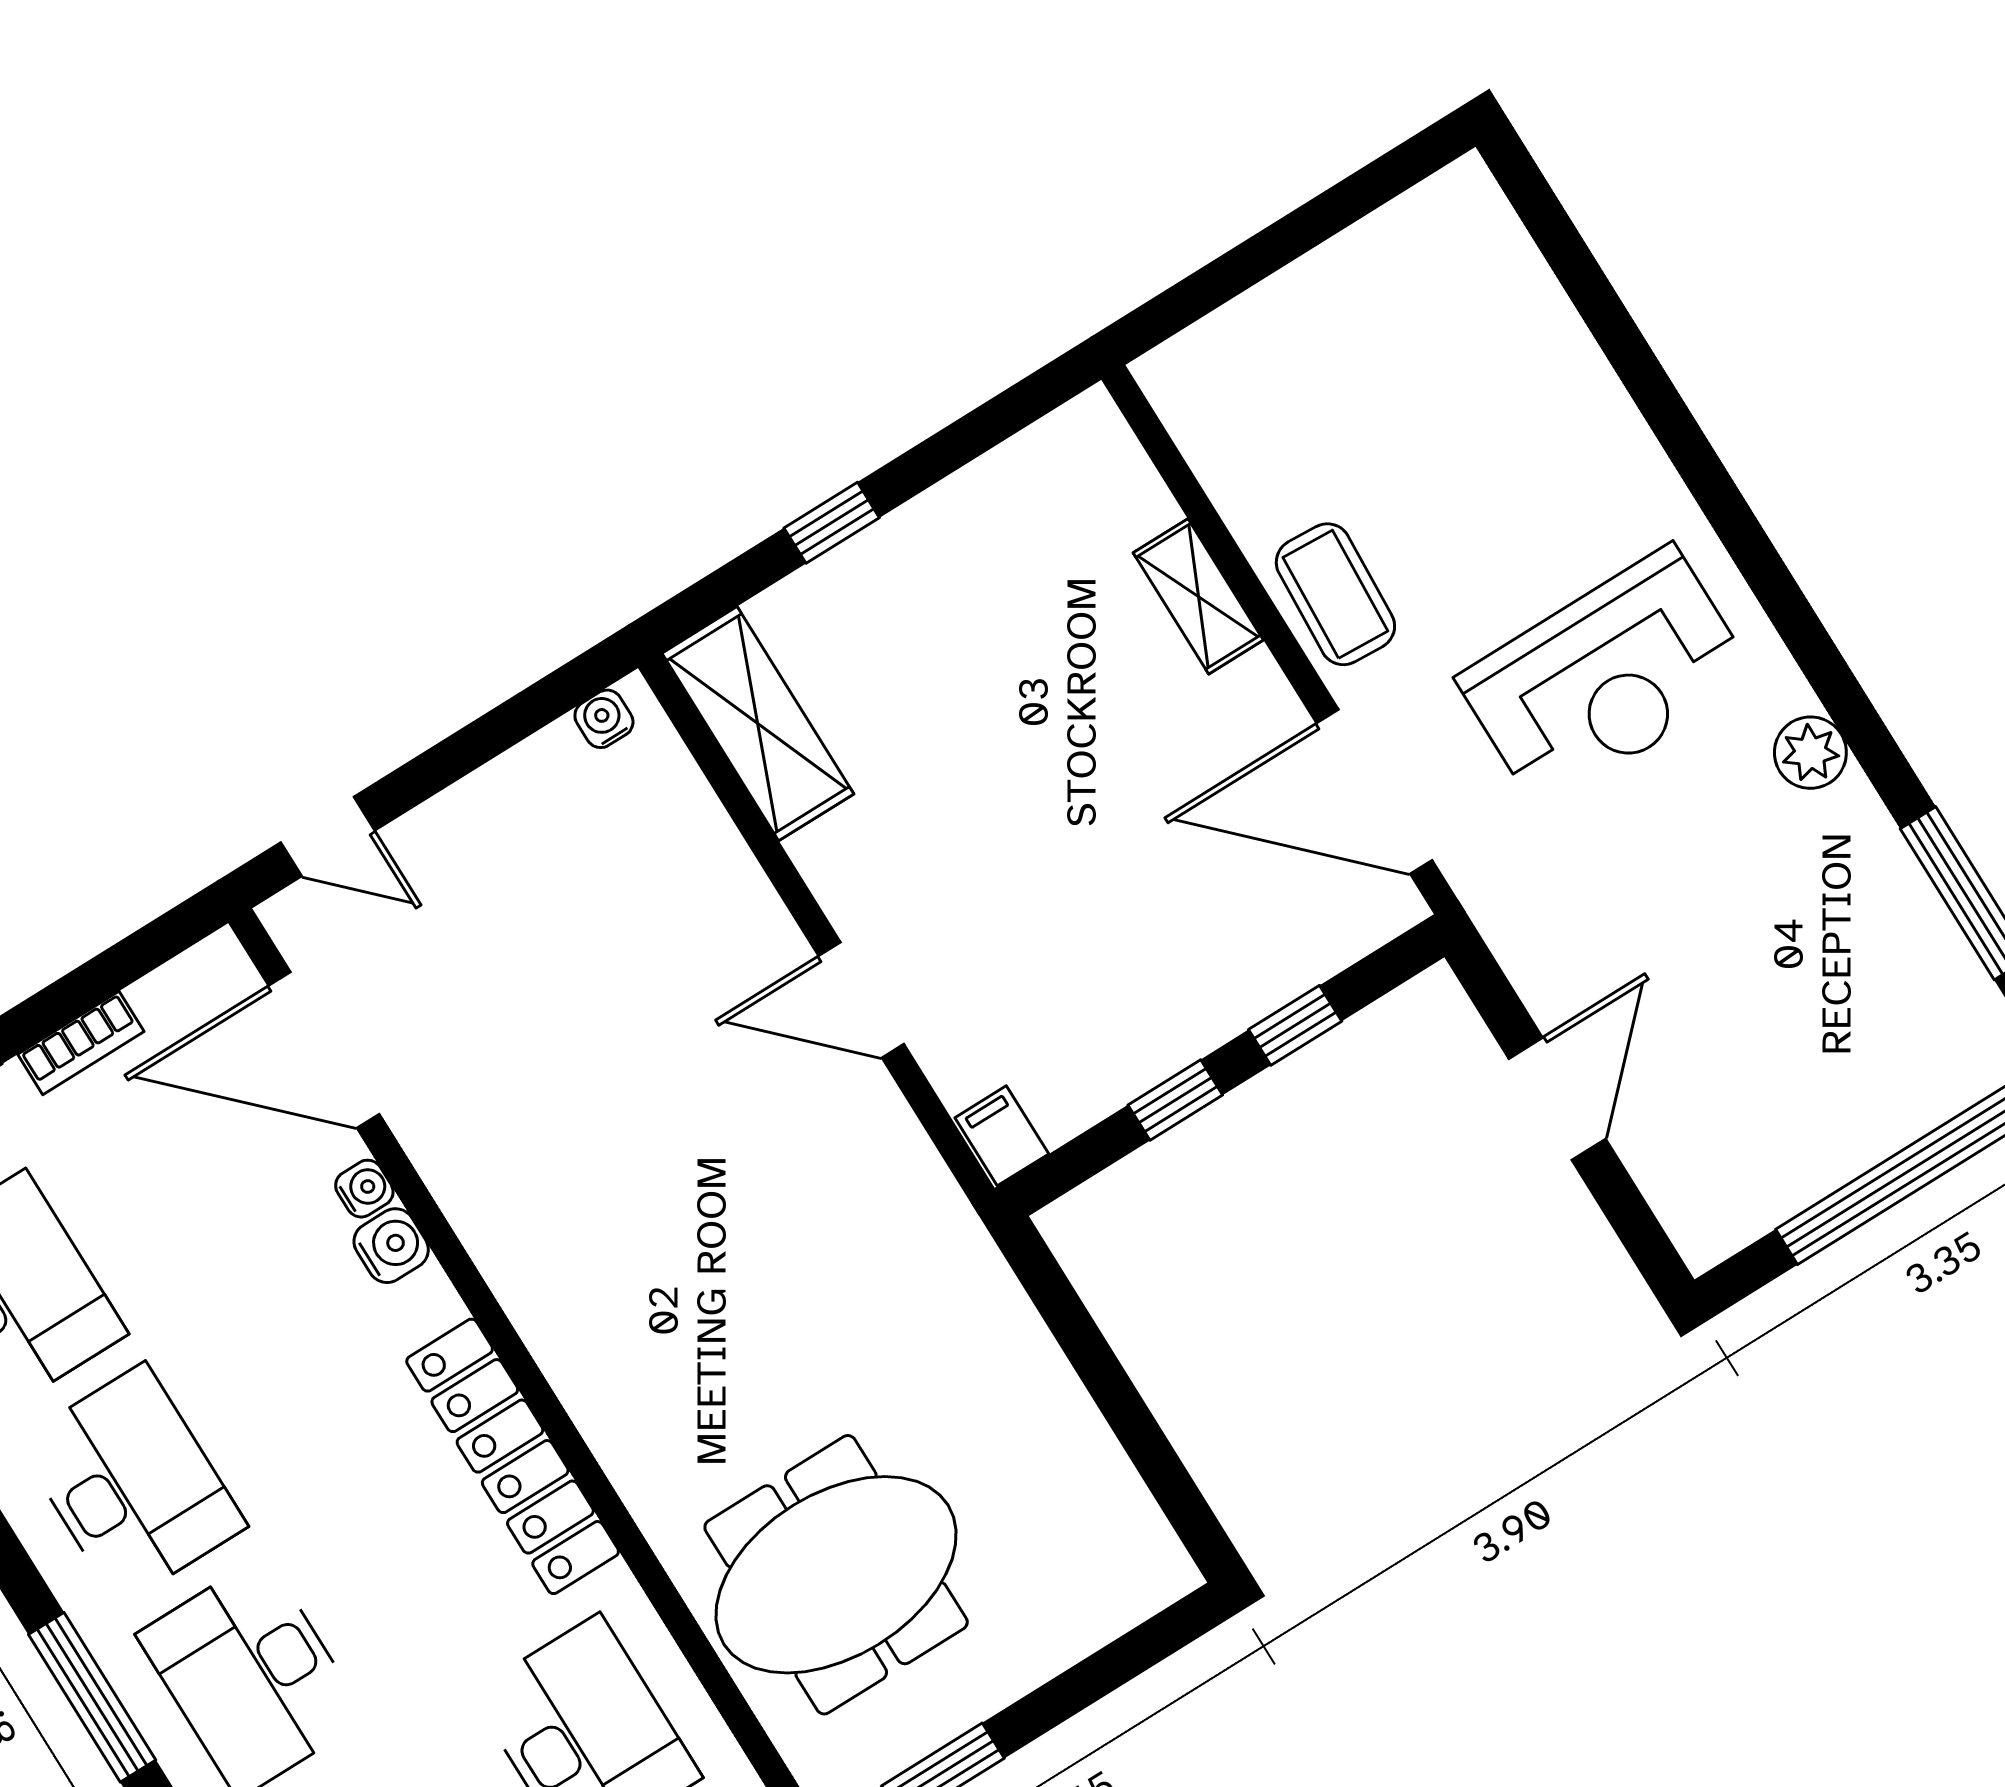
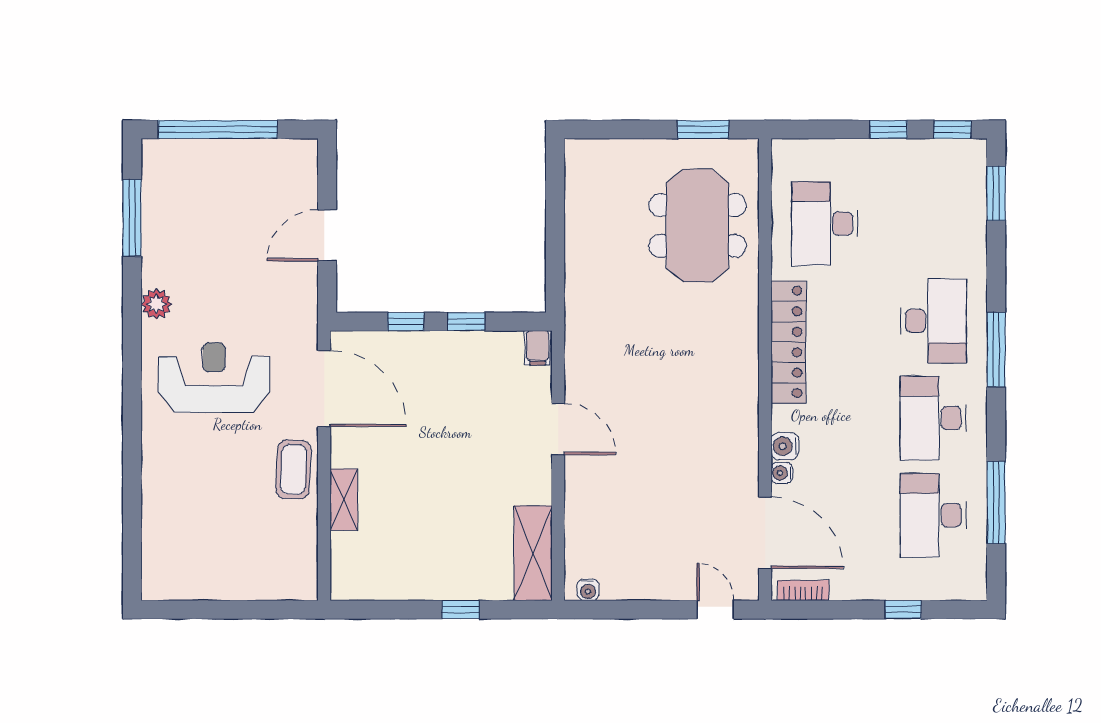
bookcase: (81, 1043) -> (803, 590), moved
meeting table: (836, 1575) -> (697, 226), turned 90

